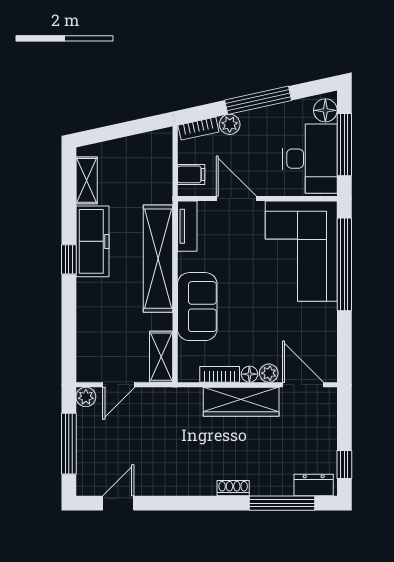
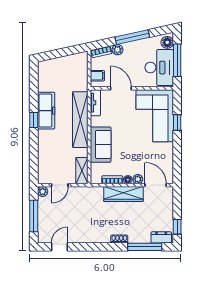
shelving: (87, 180) -> (43, 79), removed
window: (344, 264) -> (177, 123), width x0.32

